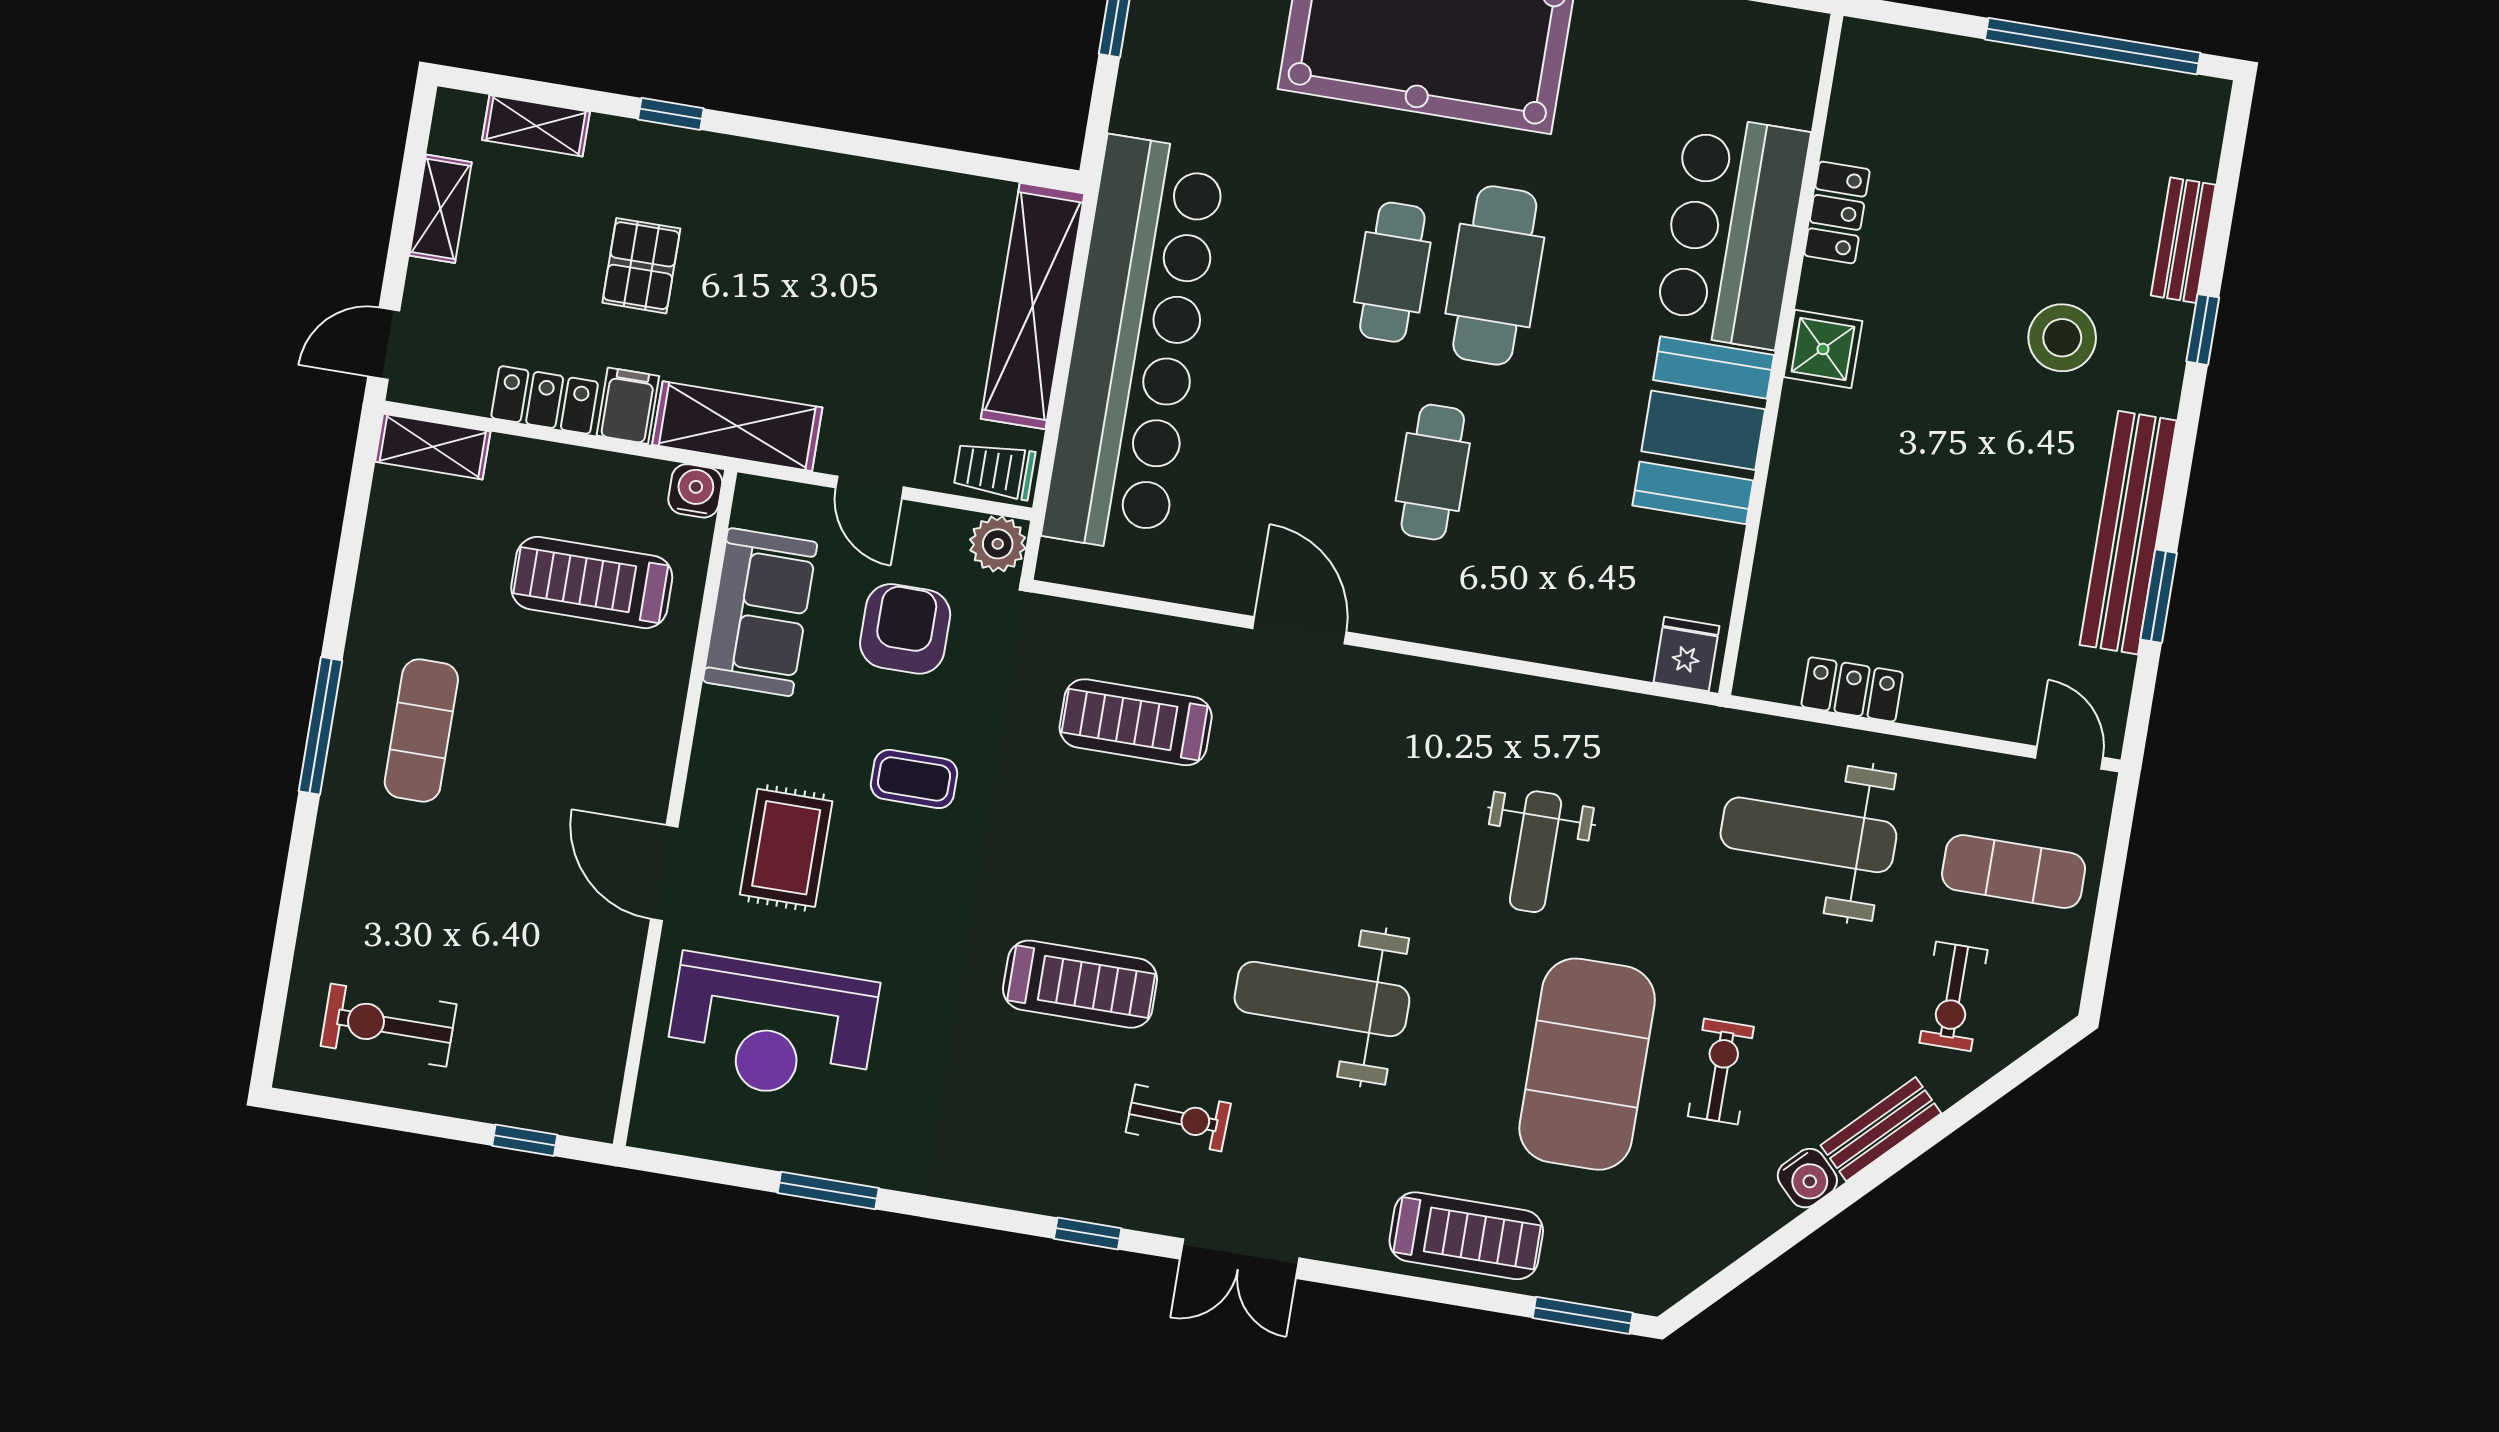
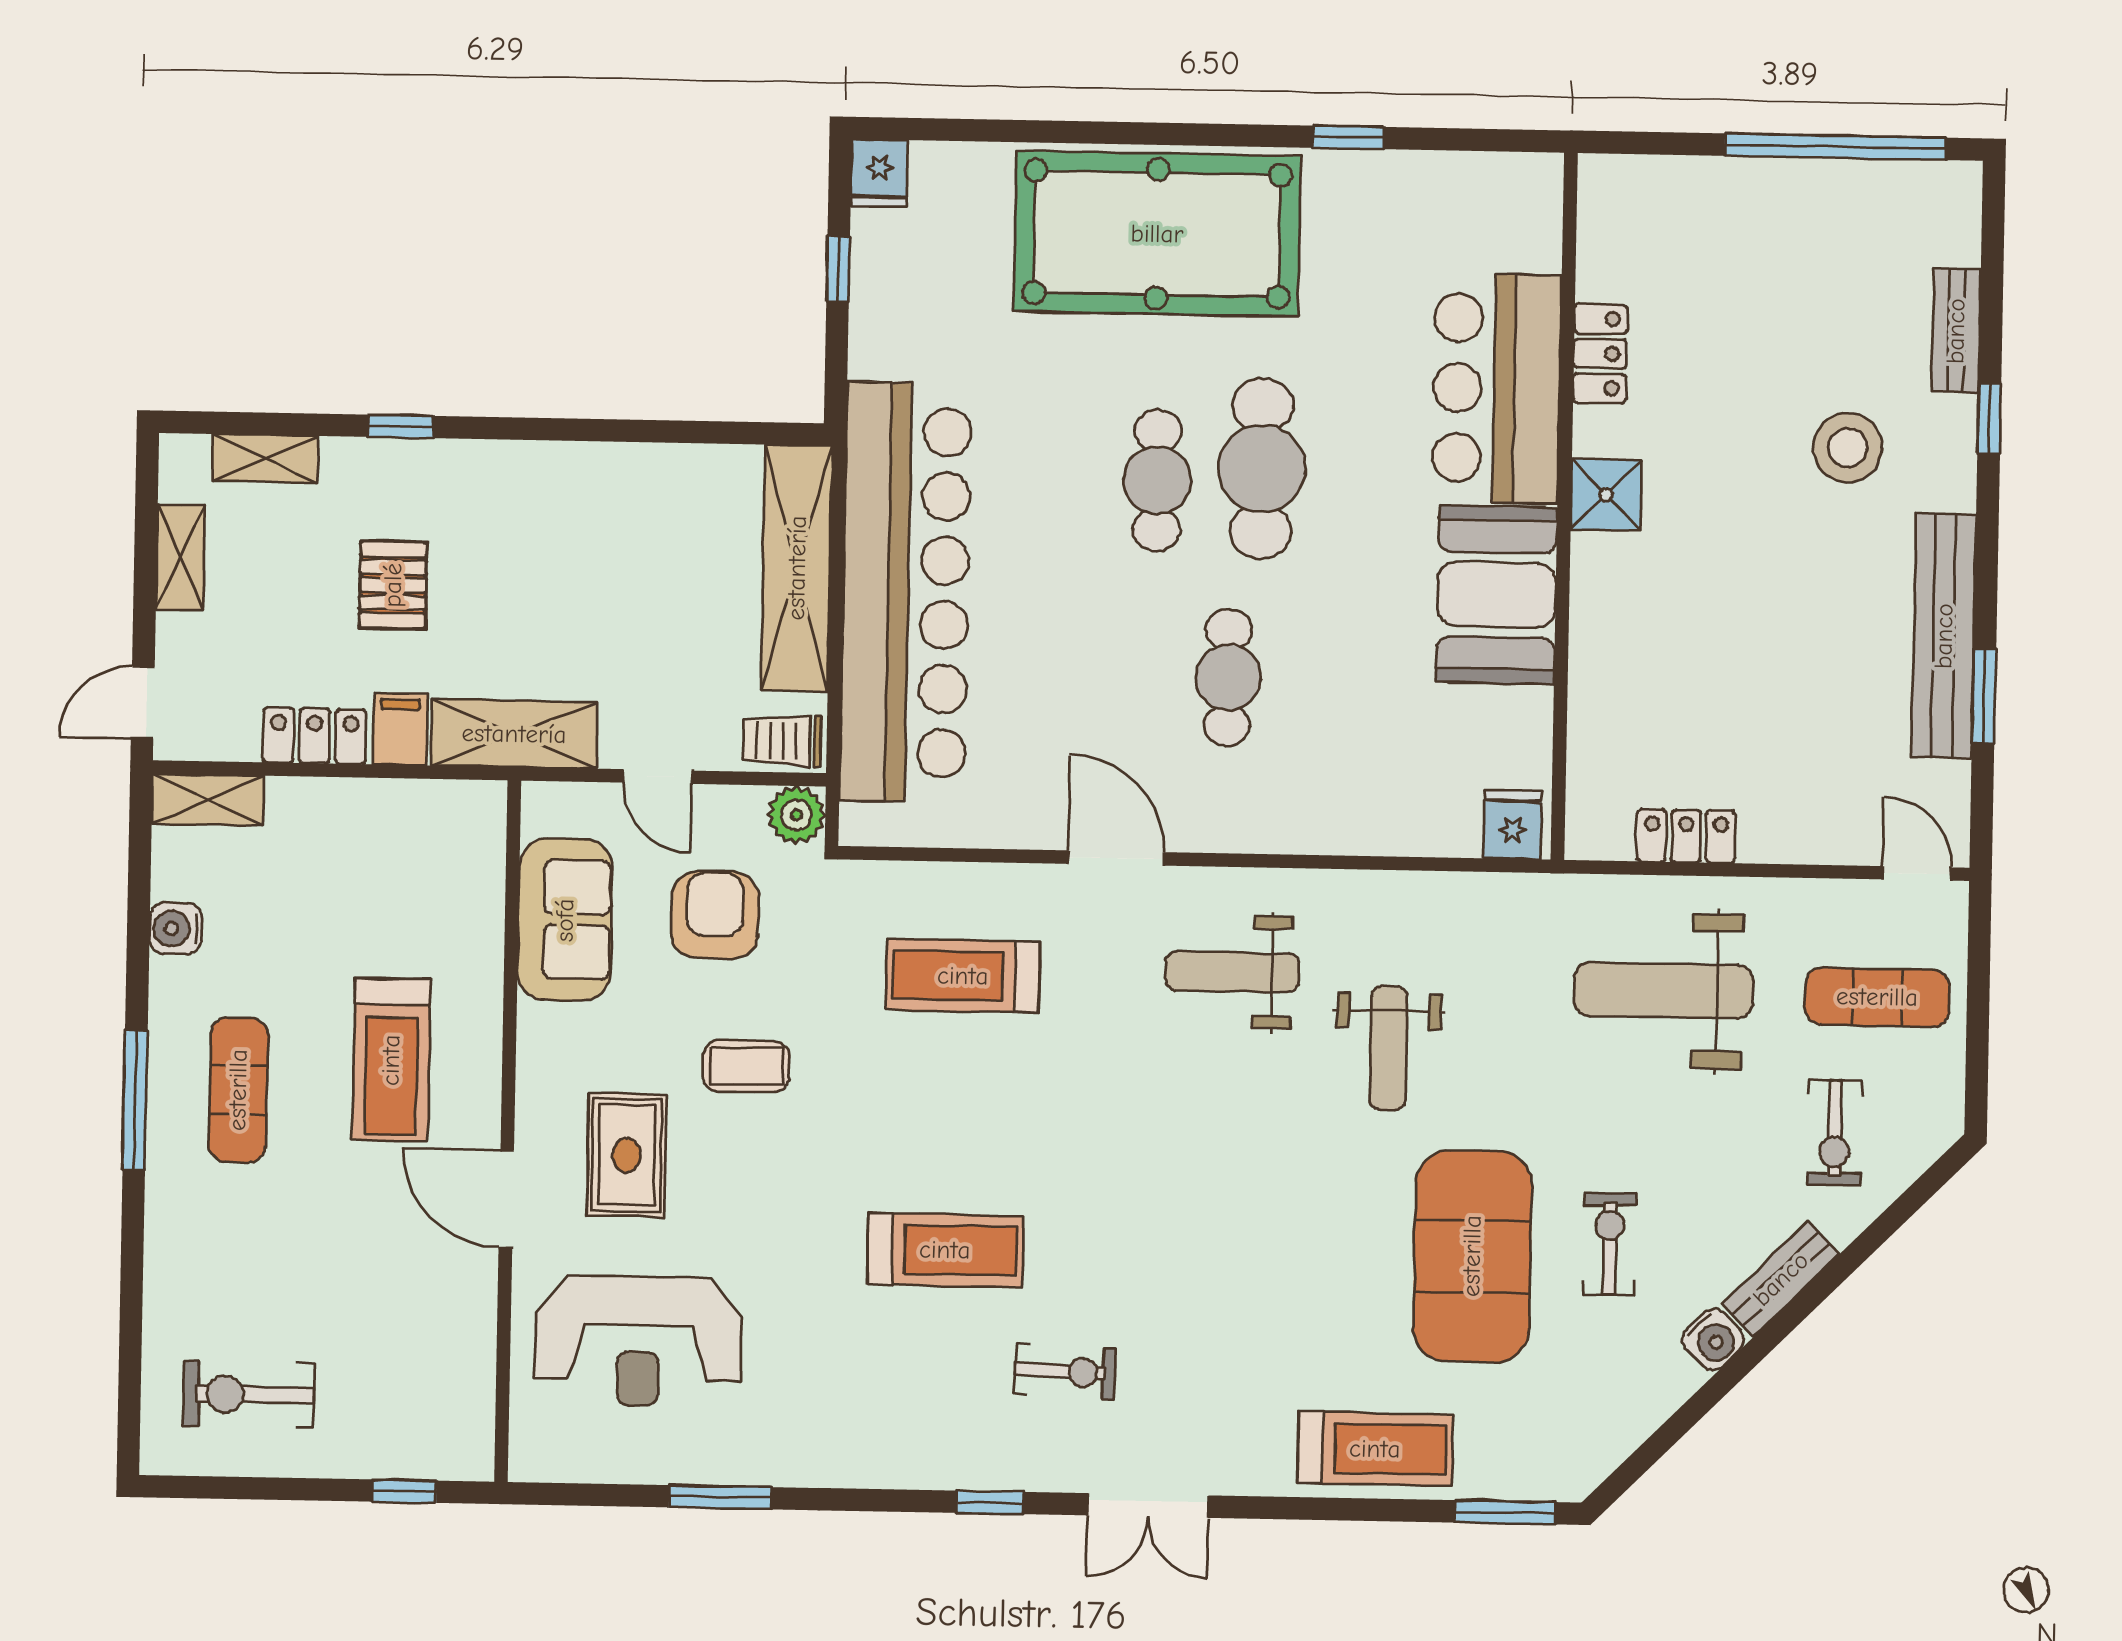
water cooler: (695, 491) -> (176, 928), moved, turned -90
treadmill: (592, 582) -> (391, 1060), moved, turned -90
weight bench: (1322, 999) -> (1232, 972), moved, width x0.73, depth x0.75

